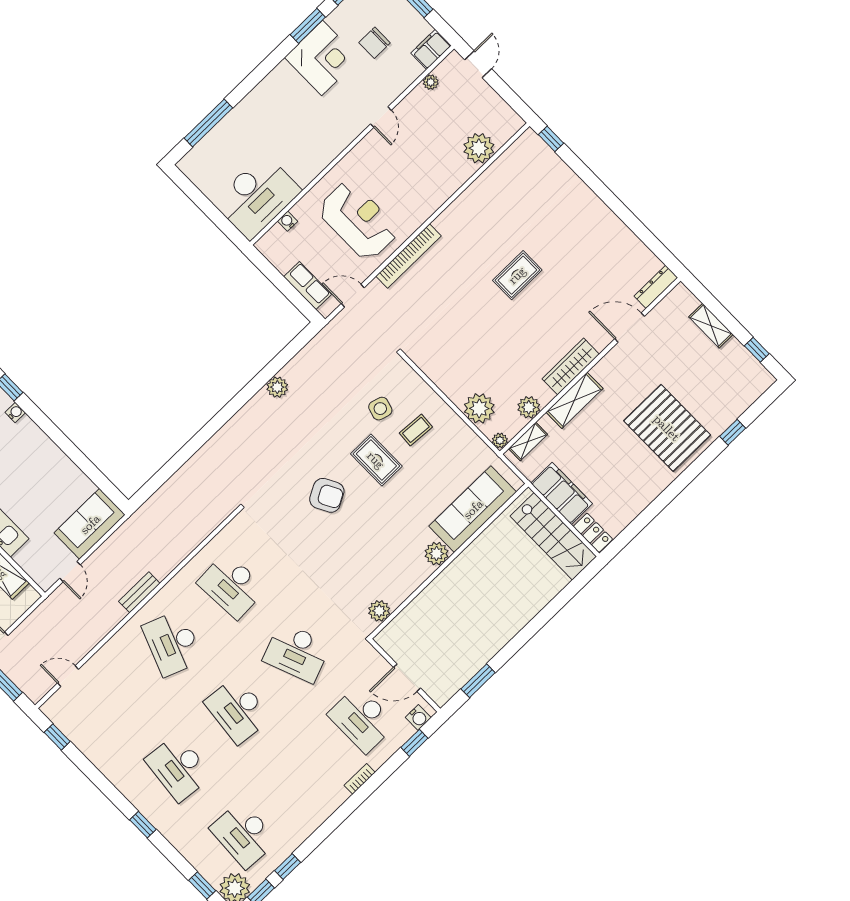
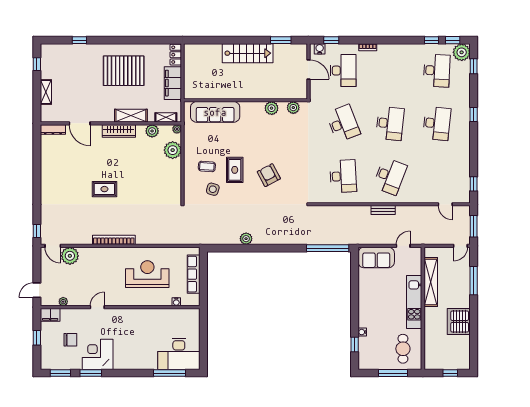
desk: (257, 196) -> (179, 354), moved, turned 180
reception desk: (358, 221) -> (147, 274), turned 90
bookcase: (409, 256) -> (114, 240), moved
row of seats: (308, 285) -> (194, 274), width x1.48
door: (353, 296) -> (53, 246), moved
pallet: (667, 428) -> (124, 71), moved, turned 90
window: (163, 475) -> (328, 248), added
stairs: (553, 536) -> (248, 53), moved, turned 90
plant: (437, 554) -> (272, 108), moved

